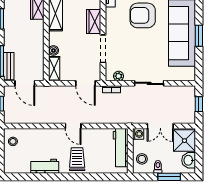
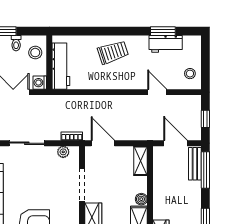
boiler: (53, 50) -> (141, 199), moved
door: (73, 126) -> (157, 92), moved
trolley: (77, 159) -> (113, 52), turned -108
workbench: (45, 166) -> (166, 44), moved
window: (36, 177) -> (163, 31), added

